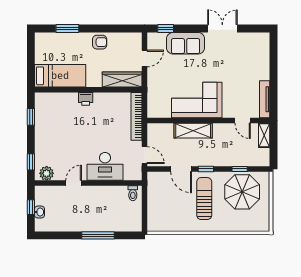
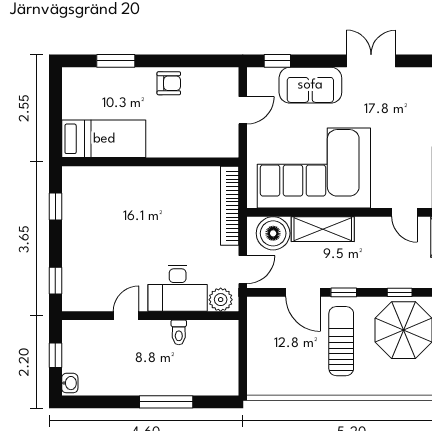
wardrobe: (122, 80) -> (206, 145), removed
printer: (86, 99) -> (146, 177), removed
corner sofa: (197, 100) -> (314, 168), width x1.36, depth x1.36
boiler: (163, 133) -> (273, 233), added
door: (145, 155) -> (243, 270), hinge flipped
plant: (47, 173) -> (221, 300), moved
toilet: (133, 193) -> (179, 332), moved
washbasin: (40, 212) -> (70, 383), moved

